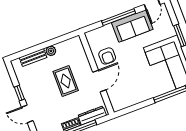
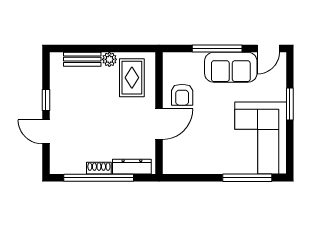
rug: (66, 81) -> (132, 78), moved

